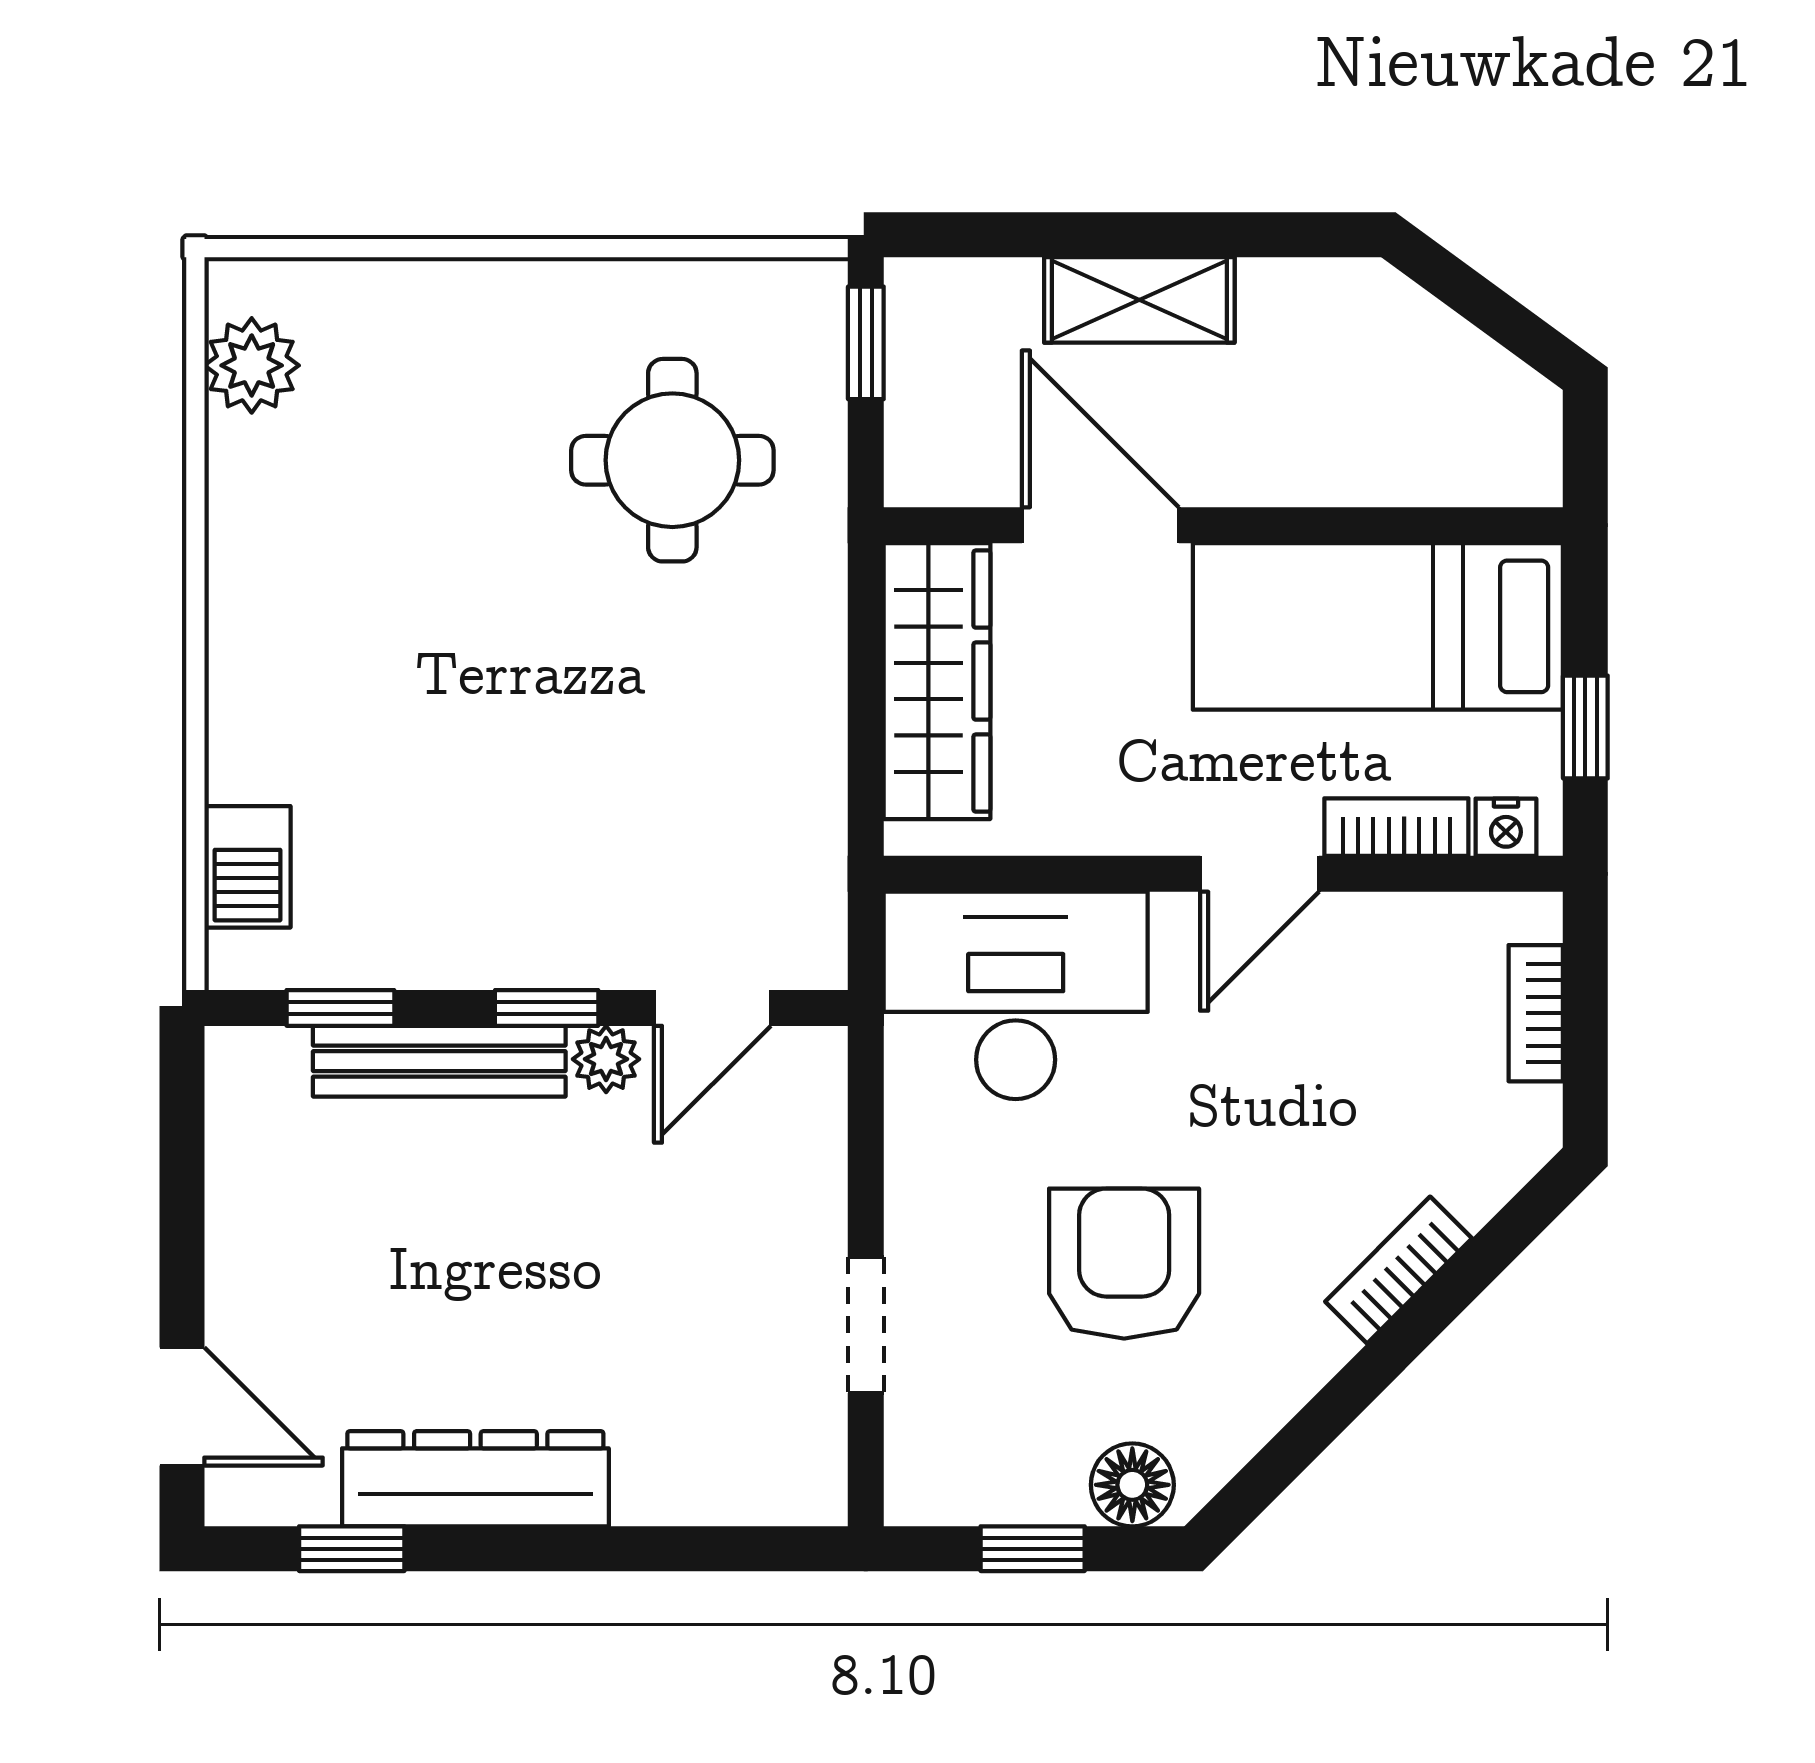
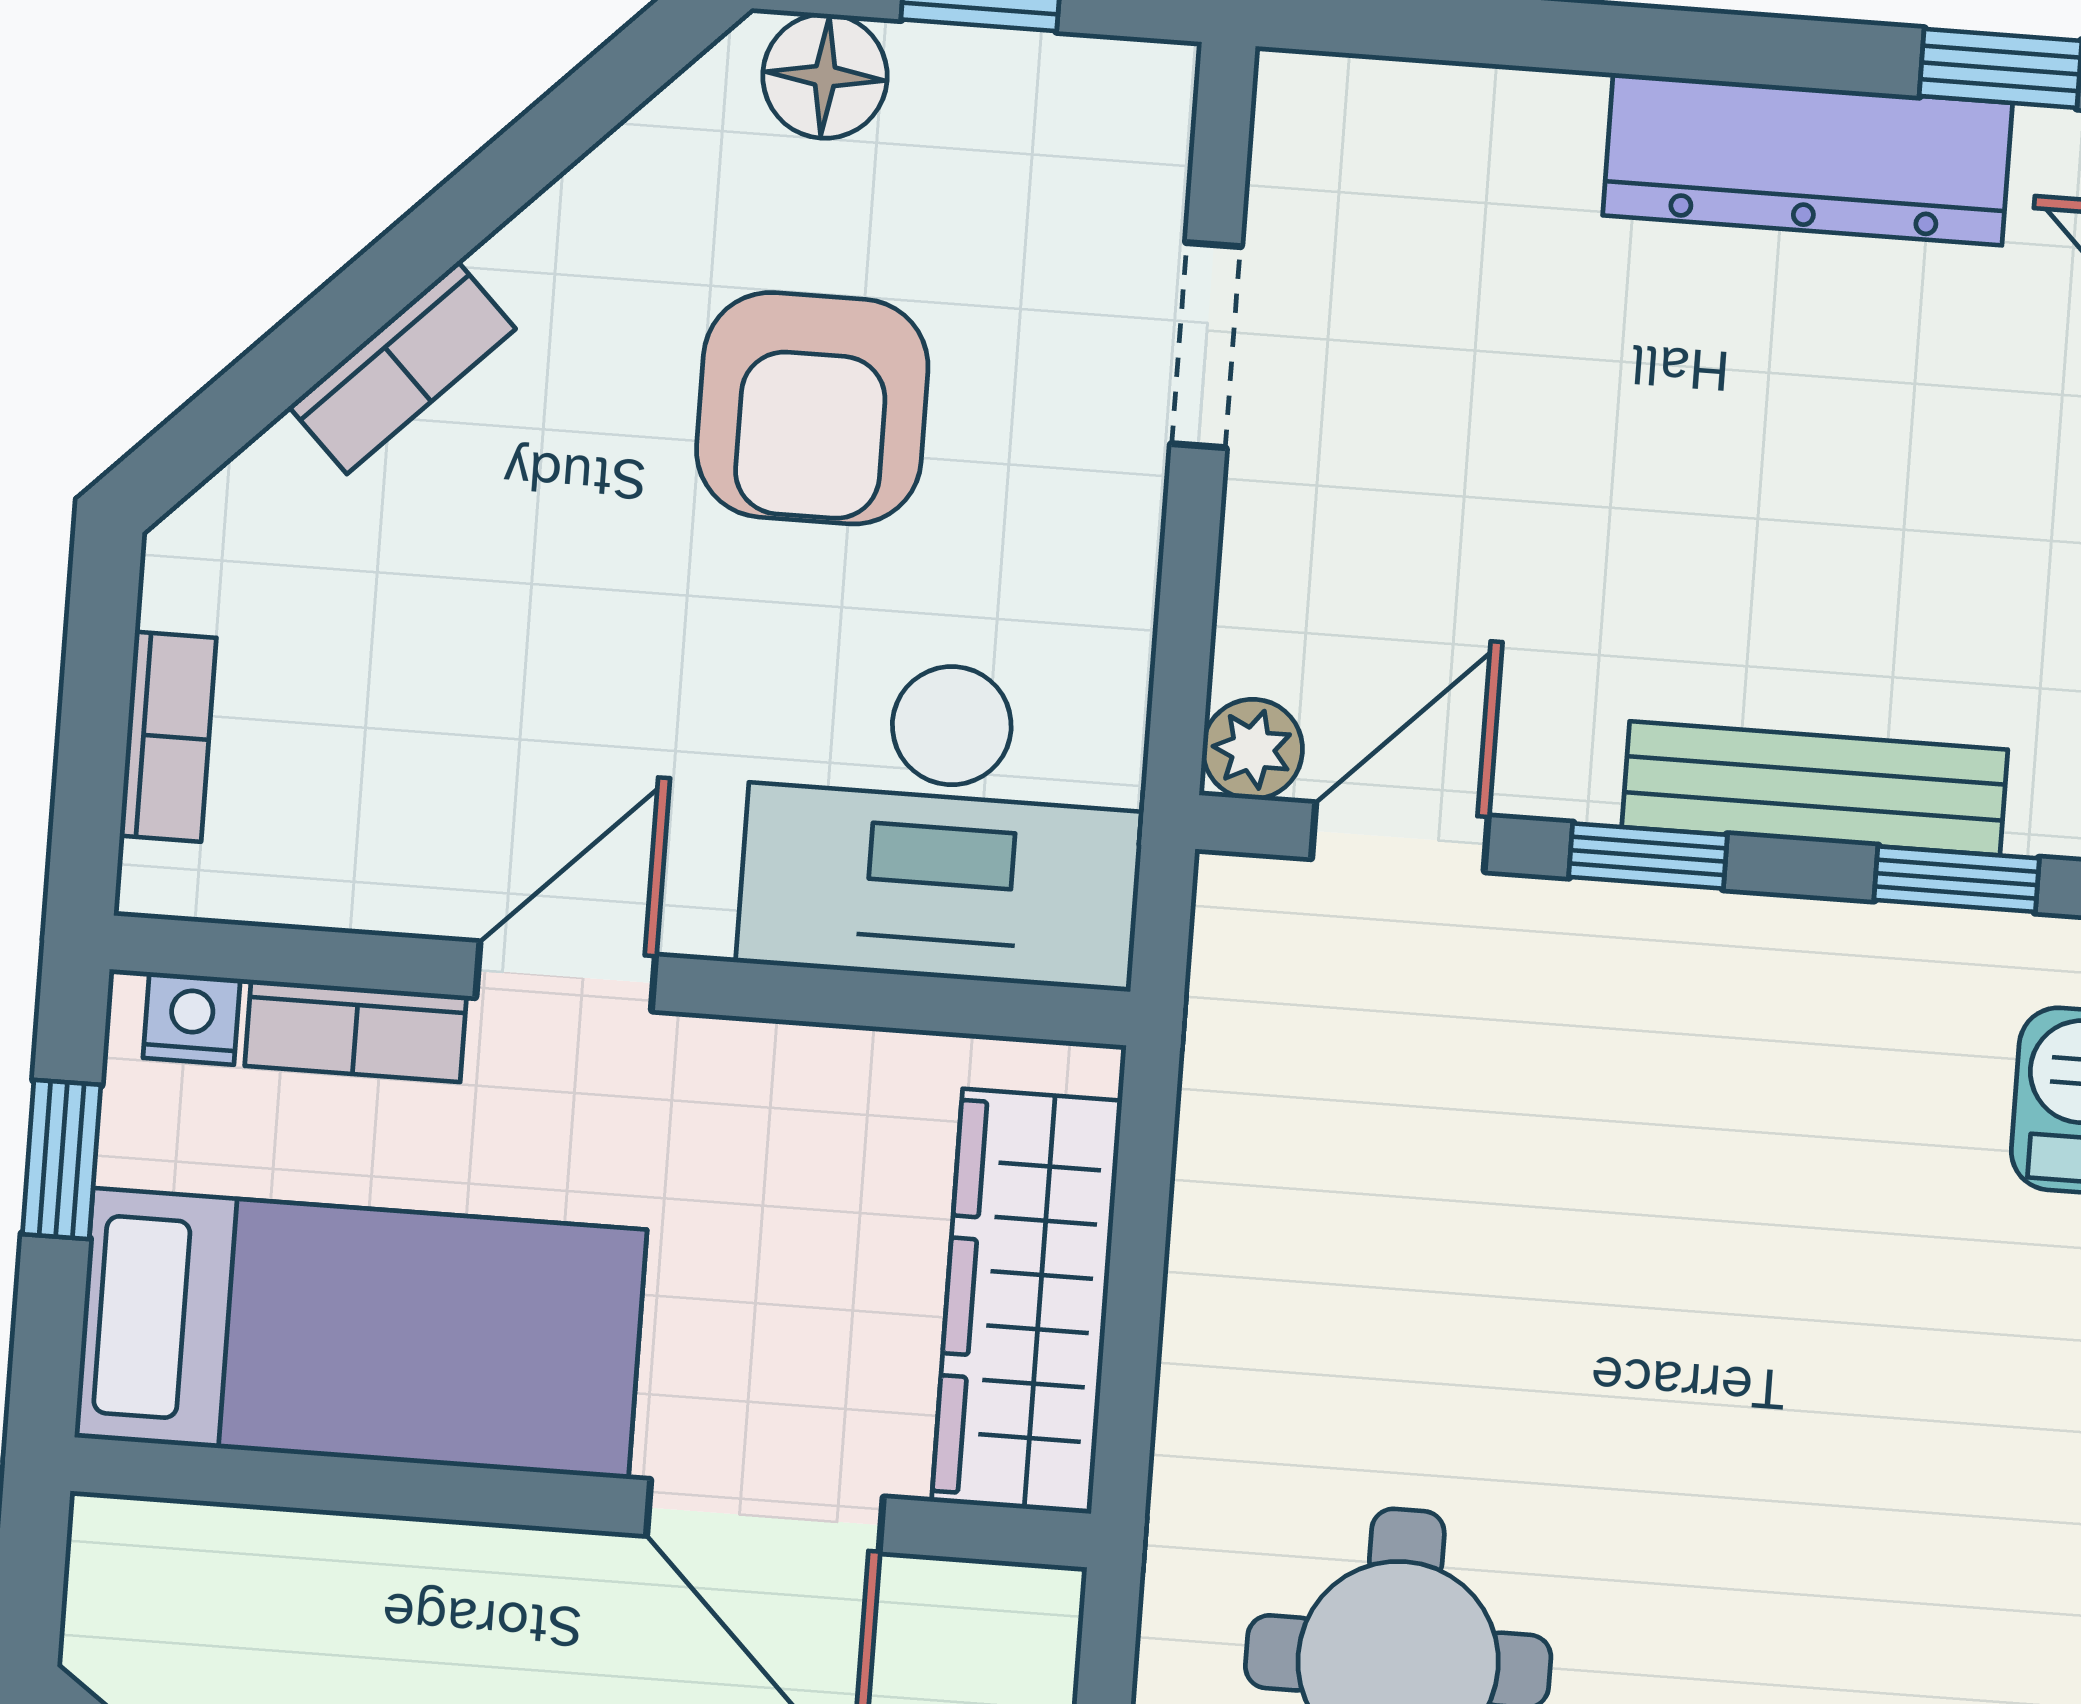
plant: (606, 1059) -> (1253, 749), moved

